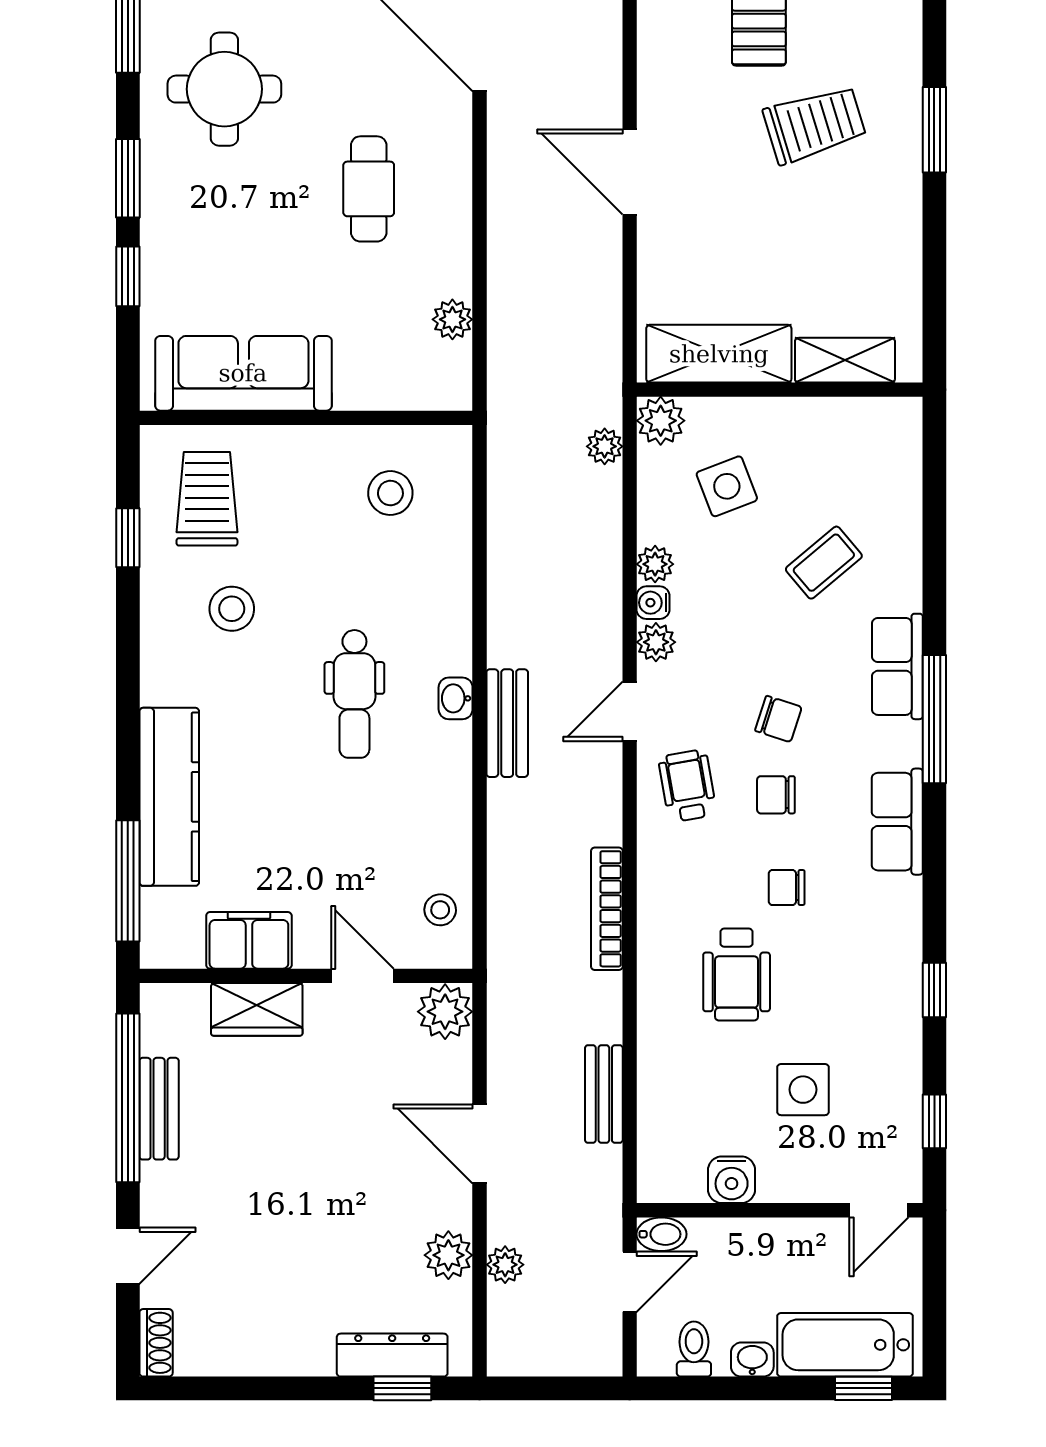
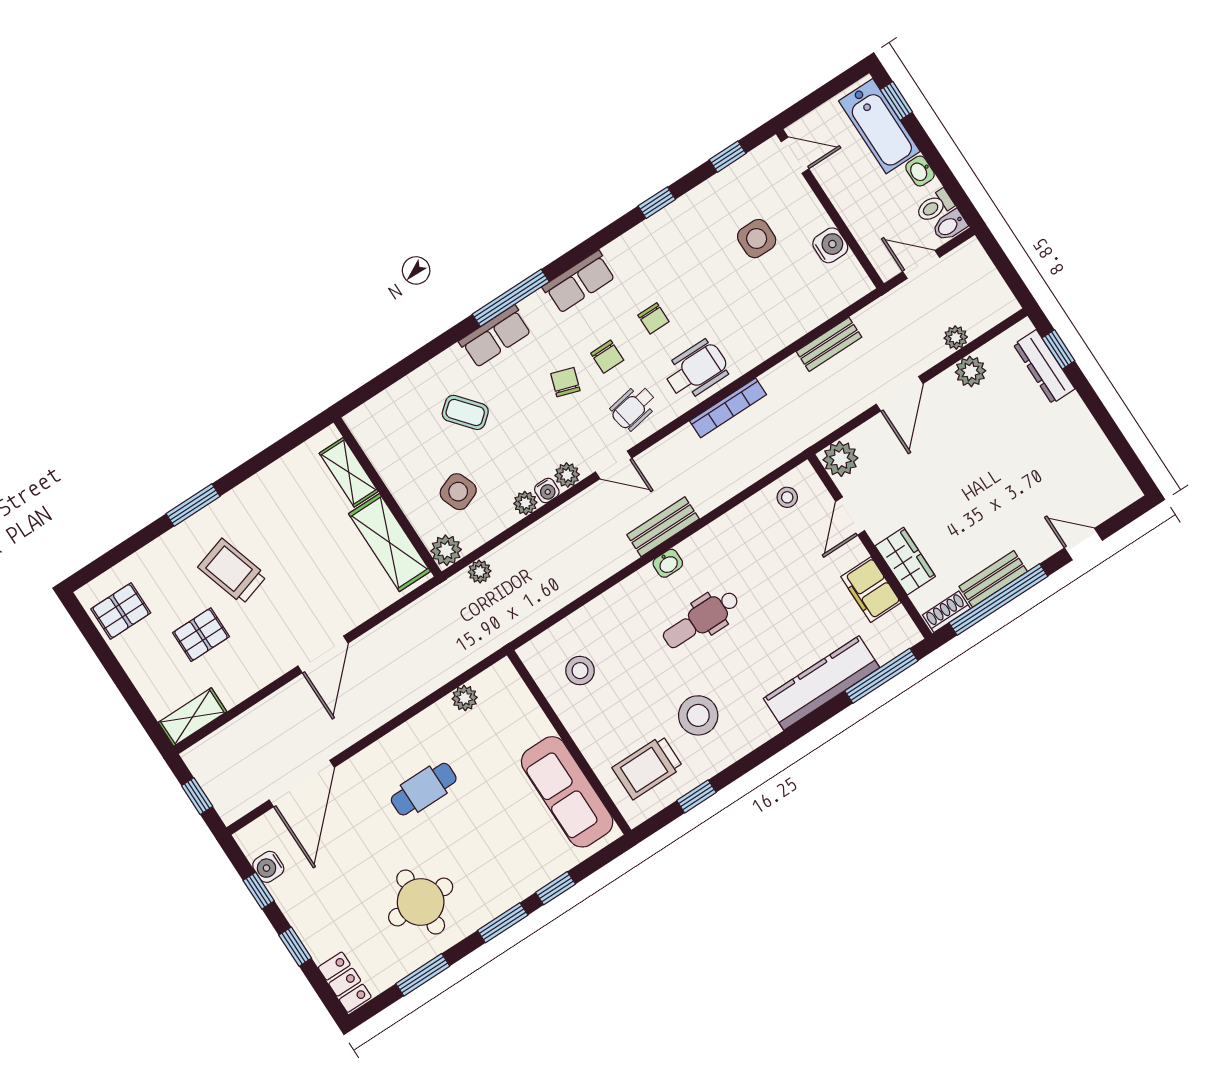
stool: (232, 609) -> (698, 715), width x1.38, depth x1.38
dental chair: (354, 694) -> (701, 619), turned 180
wheelchair: (737, 975) -> (696, 370), moved
bidet: (661, 1234) -> (950, 225), moved, turned -90
shoe rack: (156, 1343) -> (946, 612), moved

